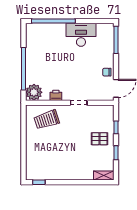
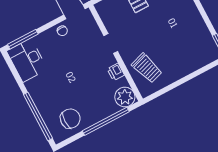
desk: (81, 35) -> (27, 60), moved
chair: (39, 44) -> (70, 119), added

